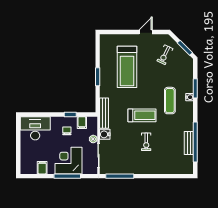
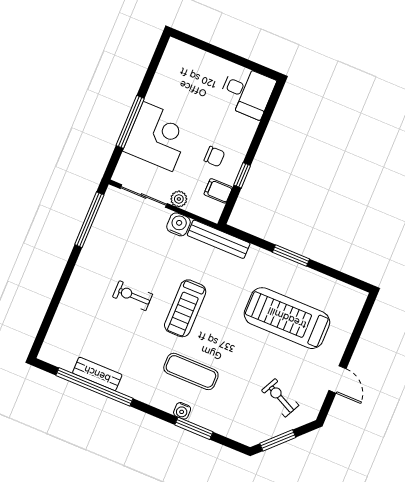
desk: (35, 128) -> (247, 92), width x0.73
filing cabinet: (42, 168) -> (165, 82), removed

